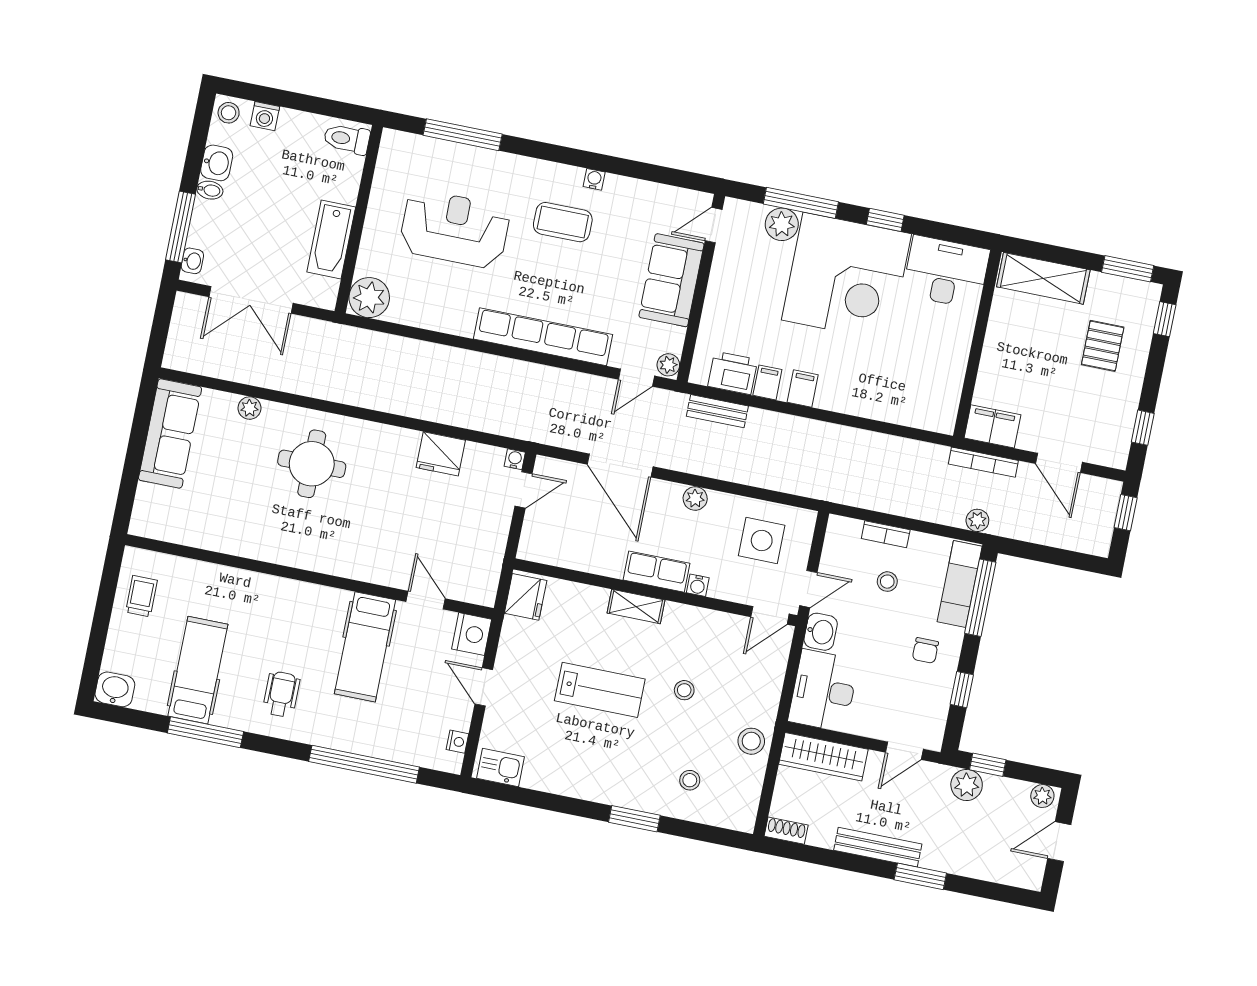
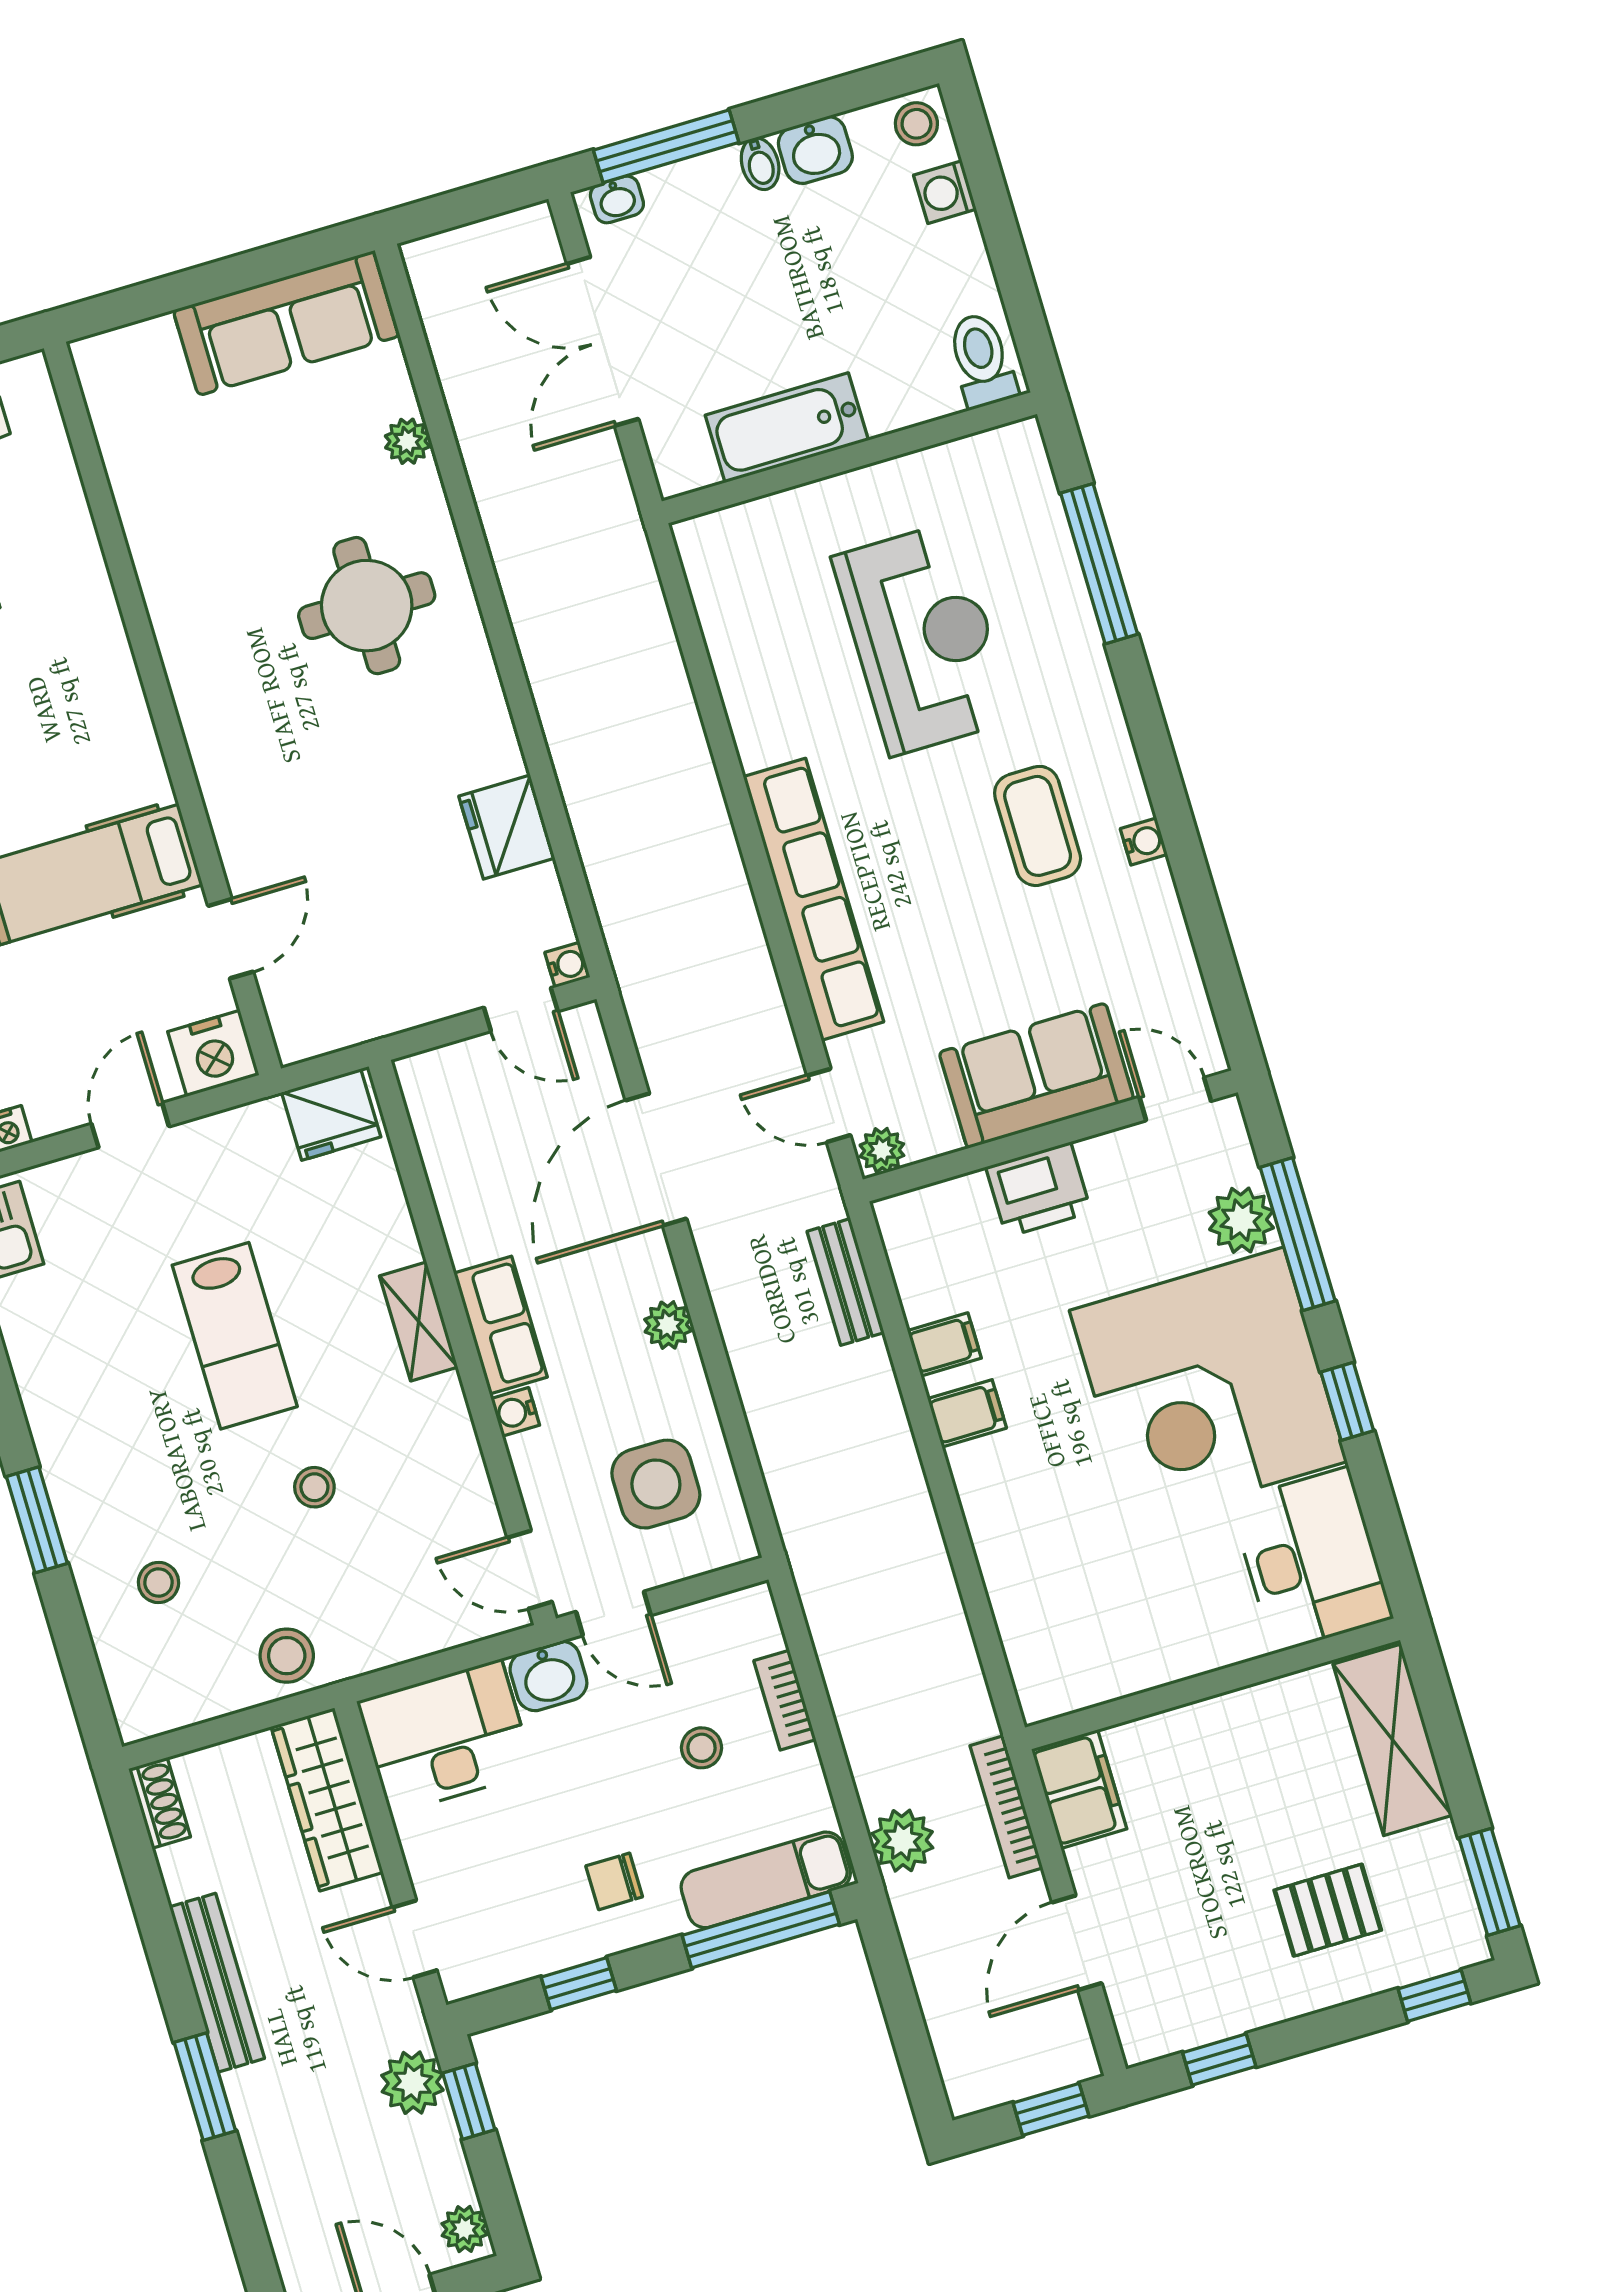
plant: (369, 298) -> (719, 551), removed
printer: (733, 373) -> (1038, 1189), moved, turned 90
plant: (977, 520) -> (902, 1841), width x1.38, depth x1.38

